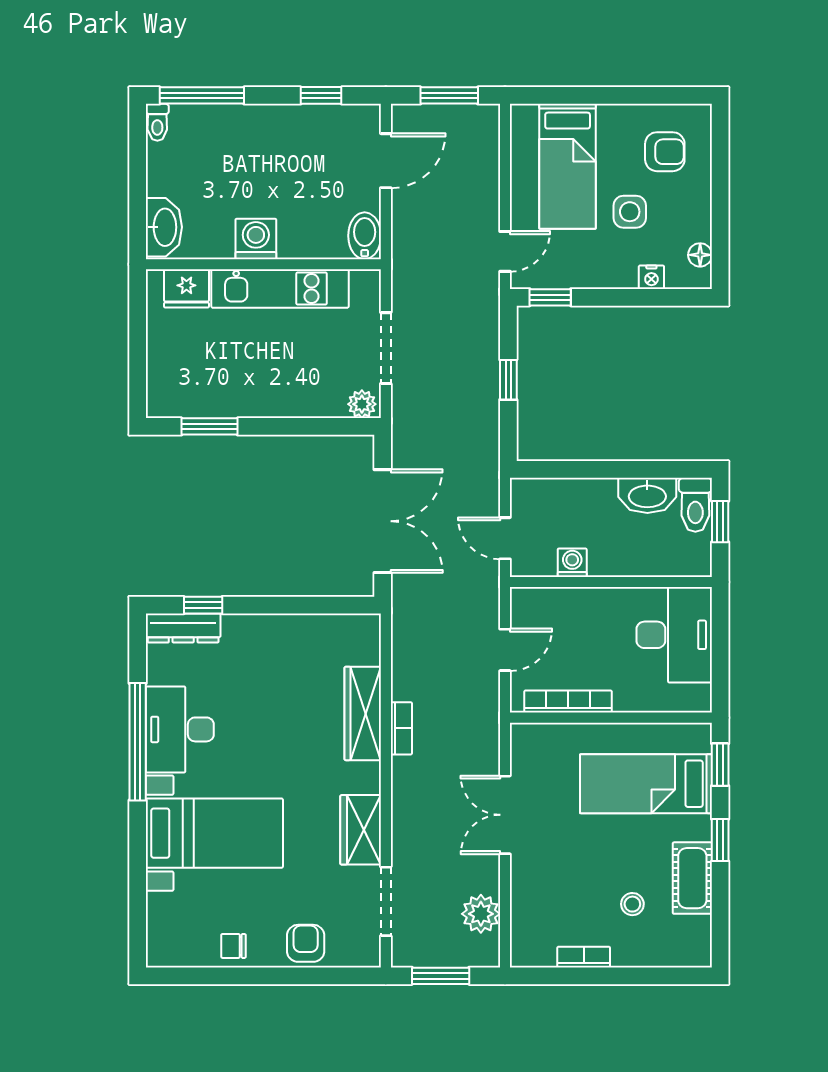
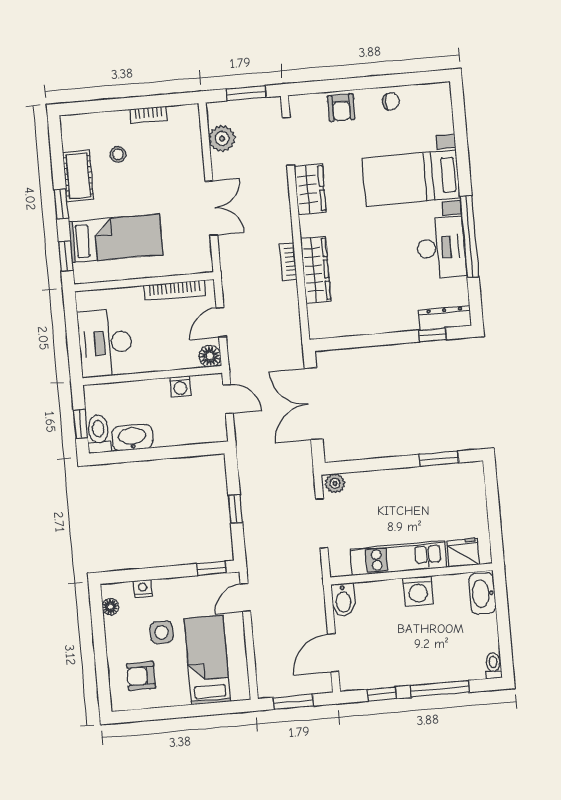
window: (202, 95) -> (440, 689), moved
floor lamp: (526, 603) -> (210, 356), added

